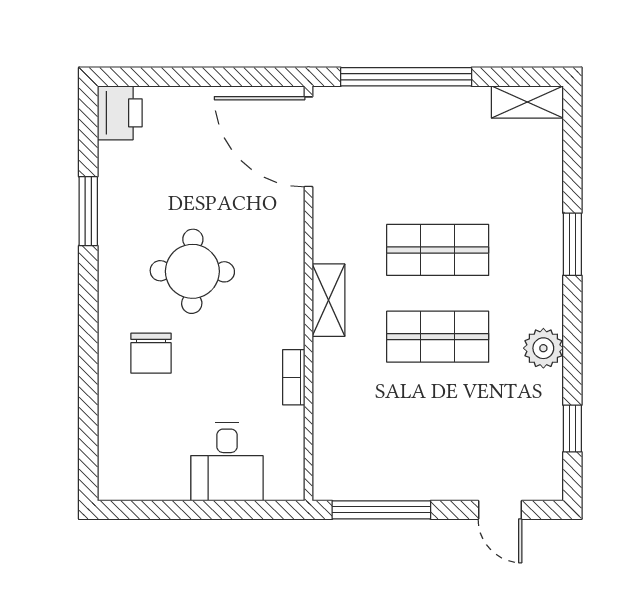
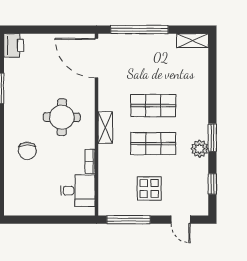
window: (572, 244) -> (212, 138), moved
round table: (192, 271) -> (62, 117), moved
display table: (429, 439) -> (149, 188), added
desk: (227, 462) -> (78, 191), moved, turned -90

